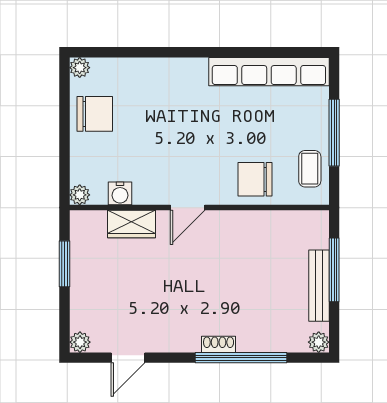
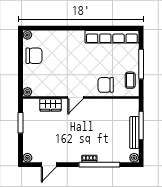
water cooler: (120, 193) -> (45, 91), removed

